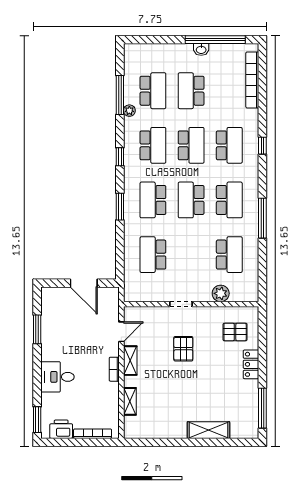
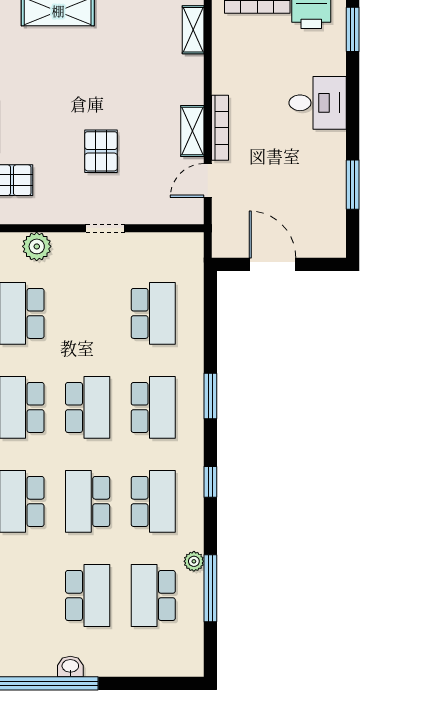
school desk: (153, 145) -> (153, 501), turned 180
bookcase: (114, 369) -> (220, 128), width x1.56
shelving: (130, 401) -> (193, 30), moved

